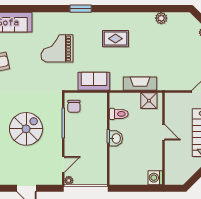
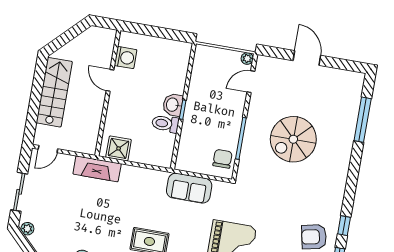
fireplace: (140, 84) -> (97, 169), moved
toilet: (119, 114) -> (165, 124), moved
door: (163, 132) -> (110, 80), moved
washing machine: (155, 178) -> (126, 58), moved

